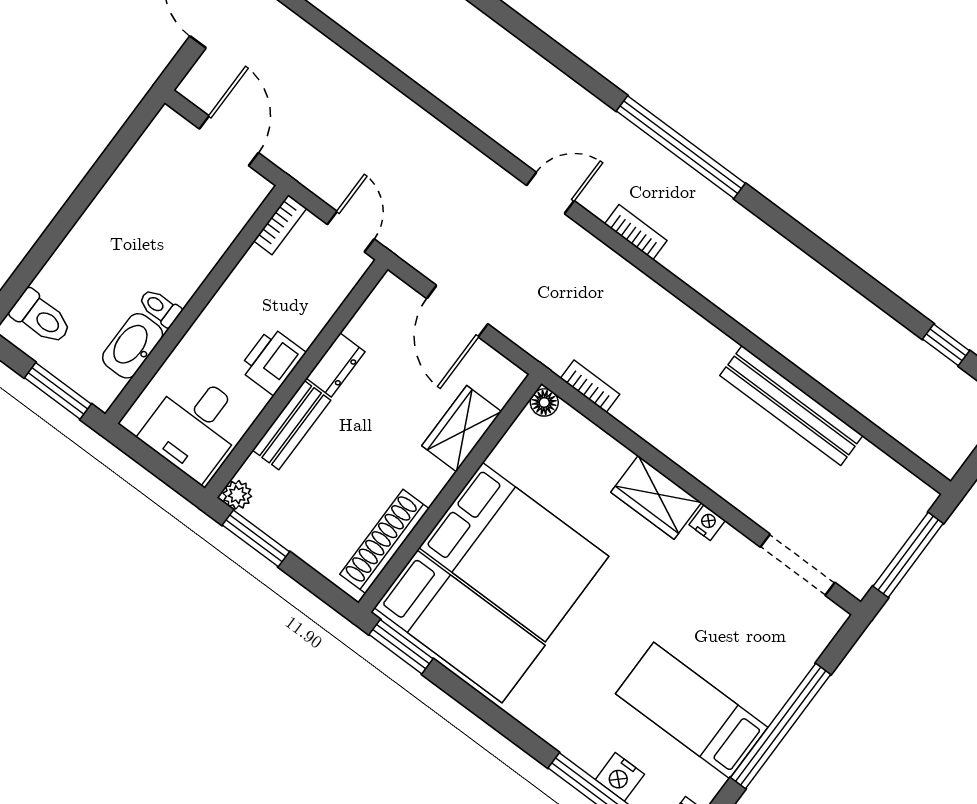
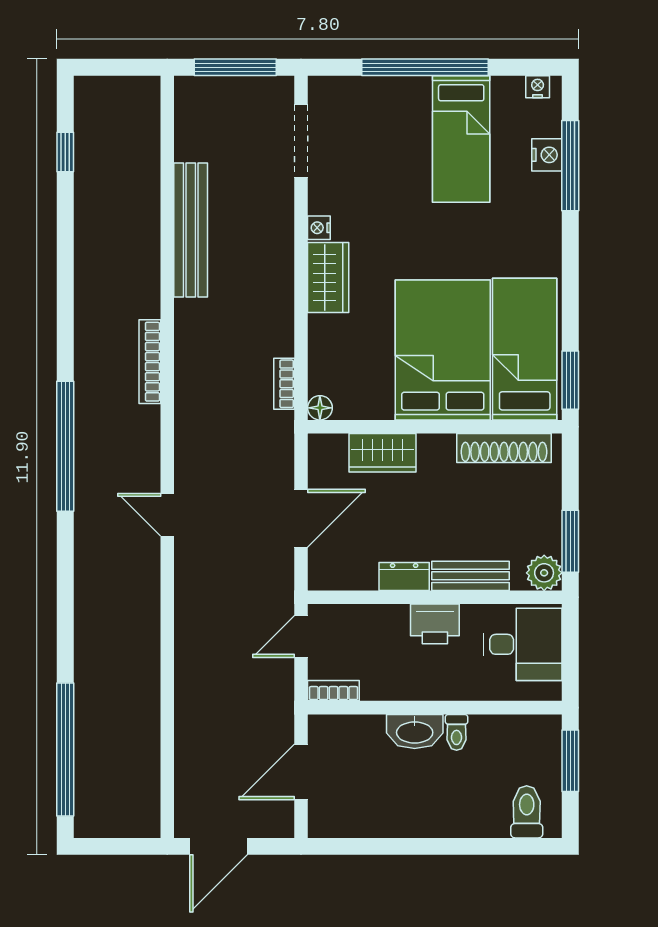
bookcase: (636, 232) -> (150, 362), moved, width x1.56
washbasin: (133, 346) -> (415, 731), moved
plant: (237, 495) -> (544, 573), width x1.38, depth x1.38

